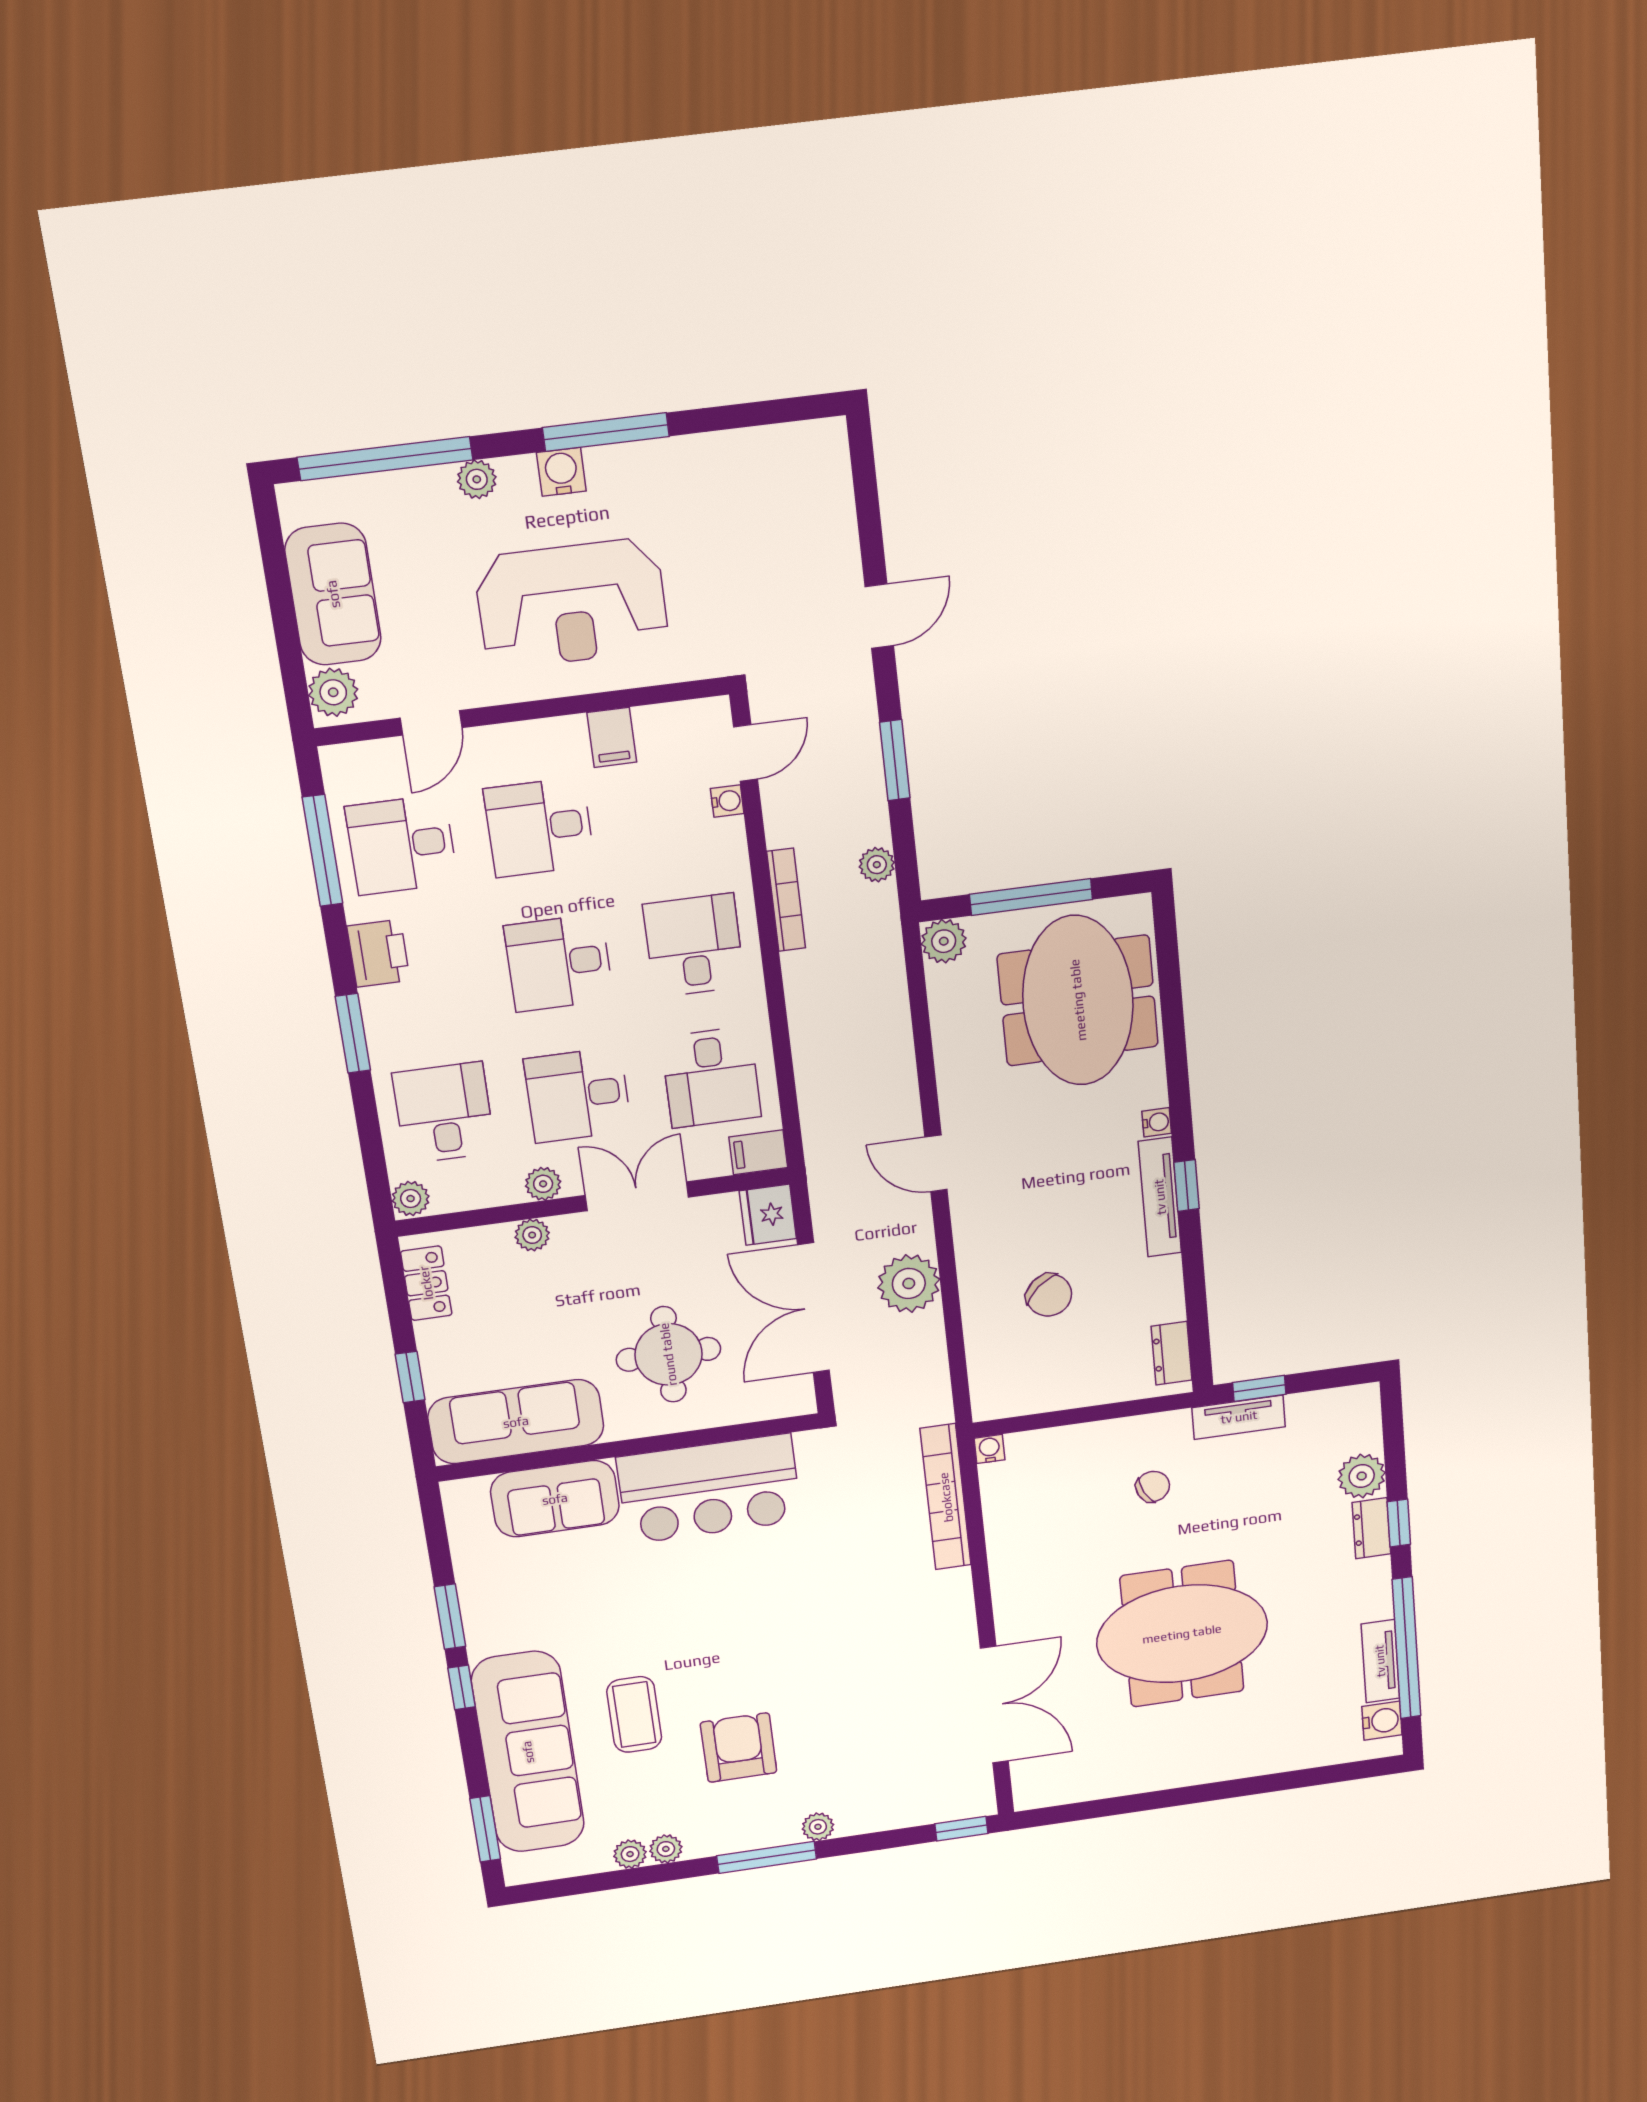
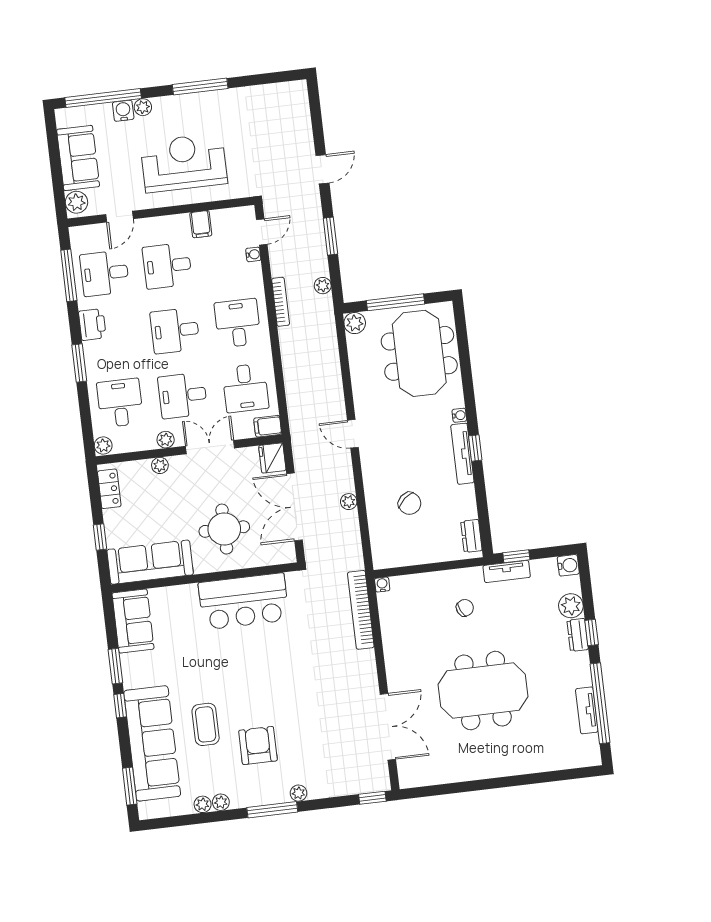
water cooler: (561, 472) -> (123, 111), moved
reception desk: (572, 604) -> (184, 163), turned 180
plant: (909, 1283) -> (349, 502), width x0.53, depth x0.53
sofa: (555, 1499) -> (133, 621), moved, turned -90
water cooler: (1382, 1721) -> (568, 565), moved

